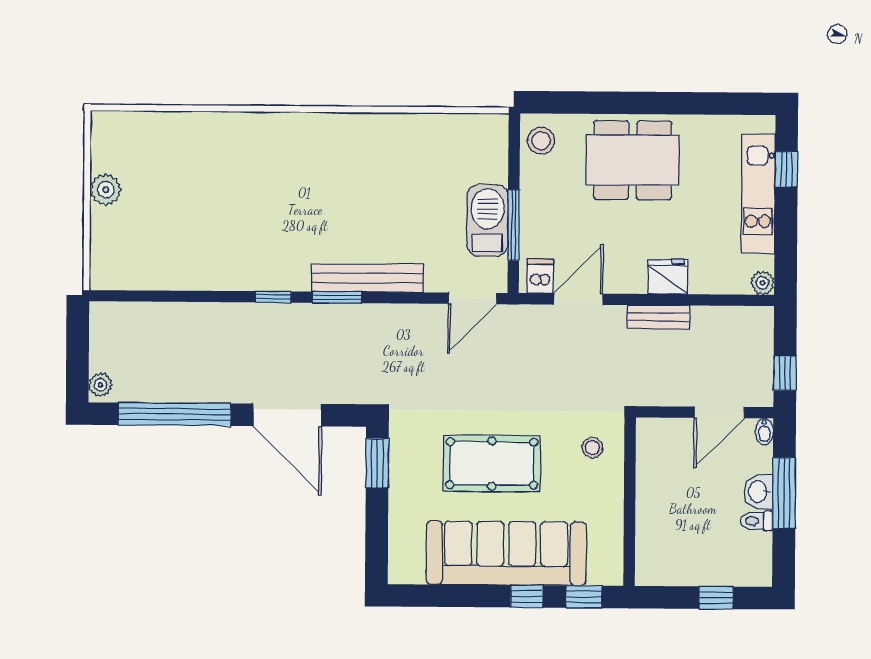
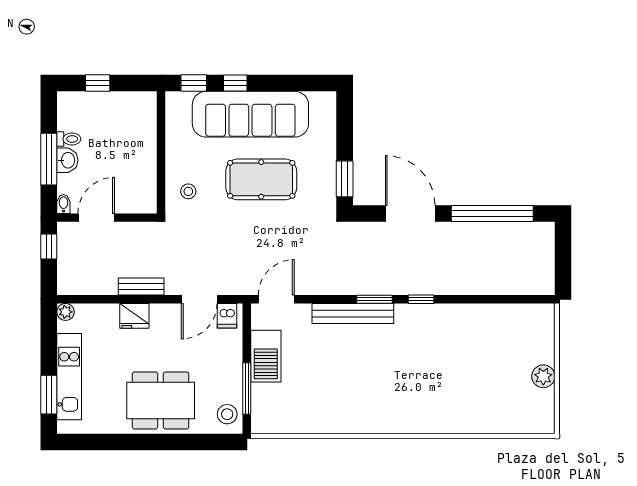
window: (786, 169) -> (49, 395), width x1.50
window: (514, 225) -> (247, 388), moved
plant: (100, 385) -> (546, 235), removed

